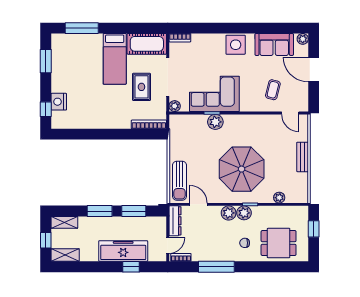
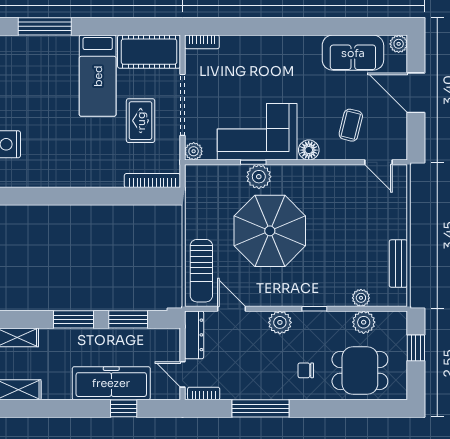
side table: (236, 45) -> (291, 53), removed
floor lamp: (247, 105) -> (309, 150), added
bench: (303, 157) -> (398, 264), moved
parasol: (242, 169) -> (270, 231), moved
plant: (244, 213) -> (364, 322), moved
door: (168, 245) -> (183, 374), swing flipped

